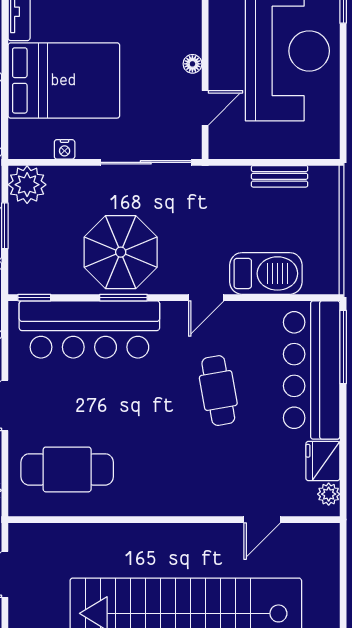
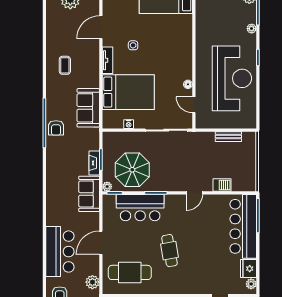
door: (205, 108) -> (194, 105), swing flipped
plant: (27, 185) -> (107, 187), moved, width x0.53, depth x0.53
parasol: (121, 252) -> (132, 170), moved
barbecue: (266, 273) -> (222, 185), width x0.53, depth x0.65
bar counter: (89, 329) -> (140, 208), width x0.73
cafe table: (218, 391) -> (169, 251), moved

